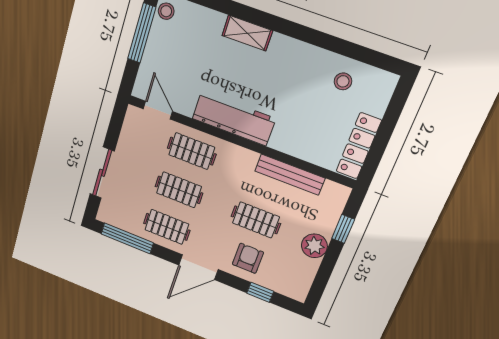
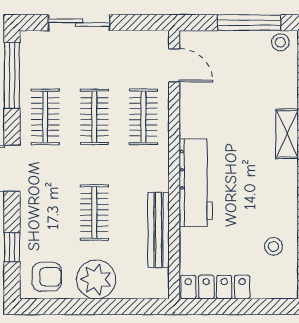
door: (158, 110) -> (174, 65), hinge flipped
workbench: (234, 118) -> (196, 183), moved
window: (343, 229) -> (122, 307), removed
plant: (314, 246) -> (96, 279), width x1.36, depth x1.36
armchair: (248, 258) -> (47, 277), moved

